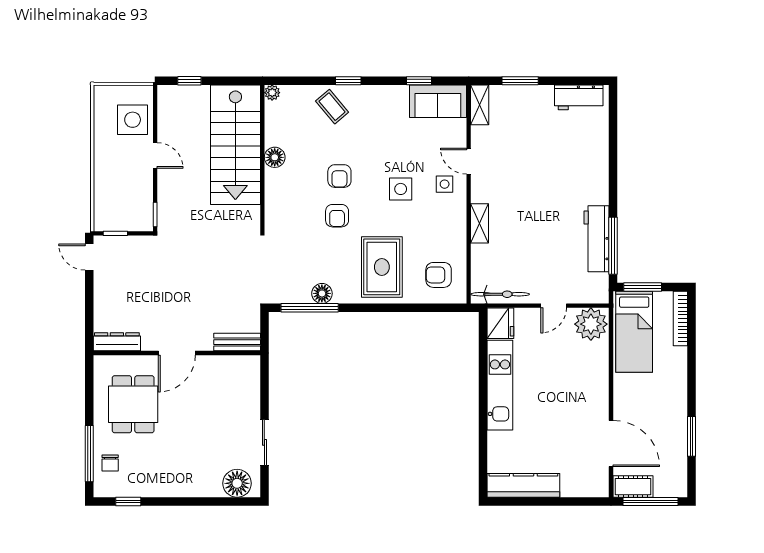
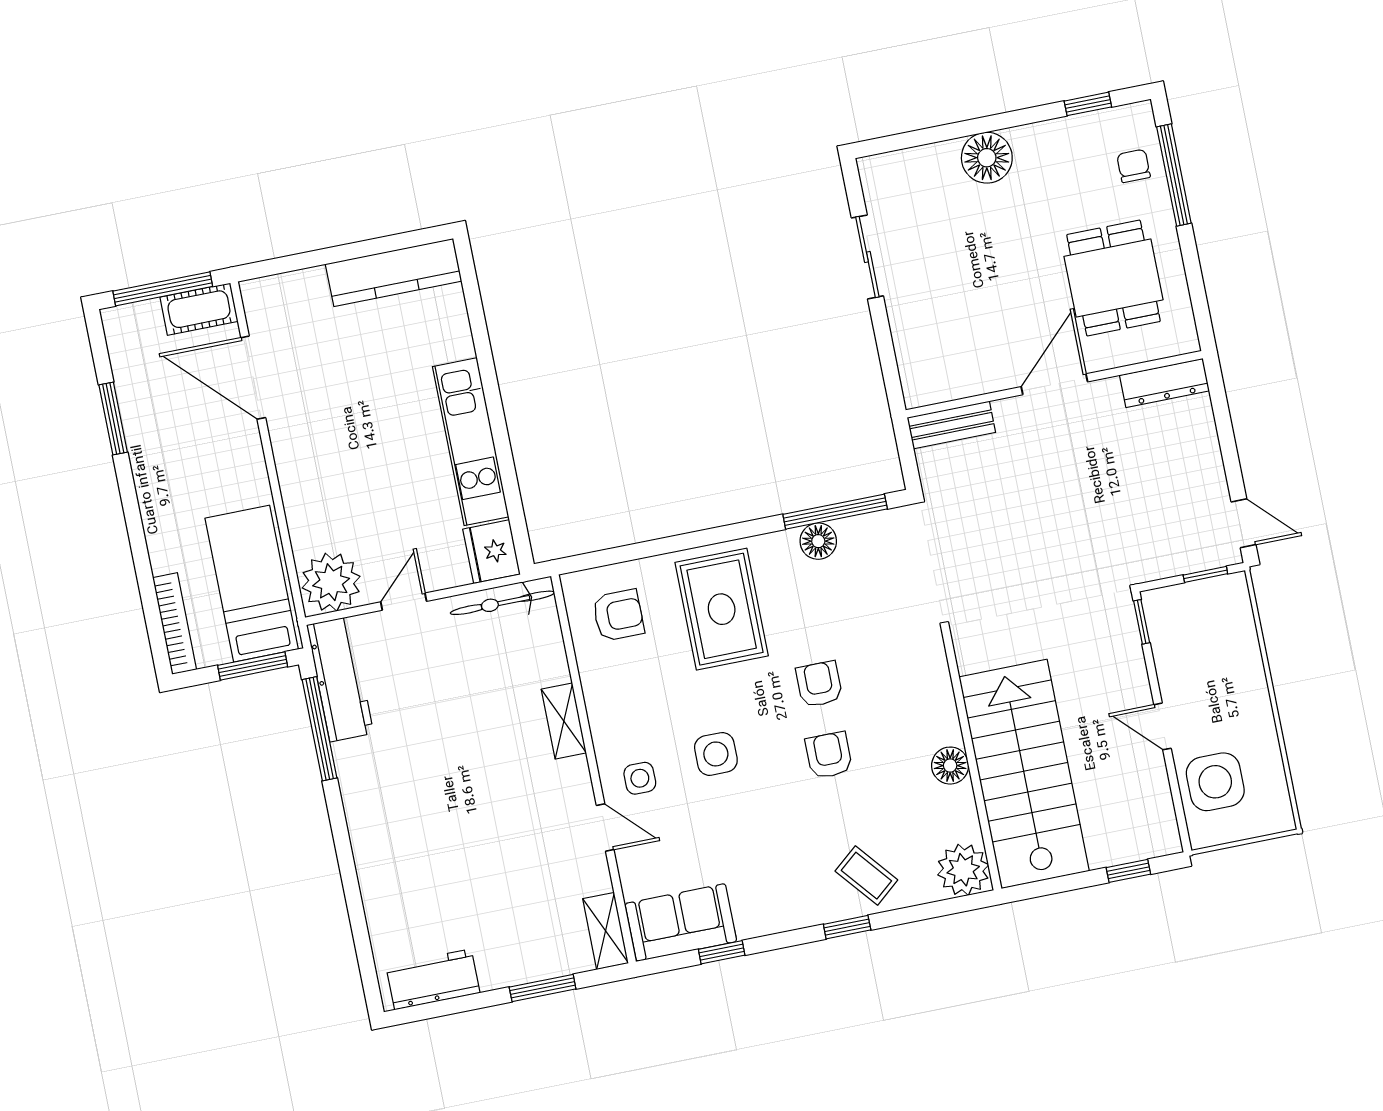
plant: (272, 93) -> (963, 870), width x1.87, depth x1.87
workbench: (597, 239) -> (340, 679), moved
floor lamp: (237, 483) -> (987, 158), moved

